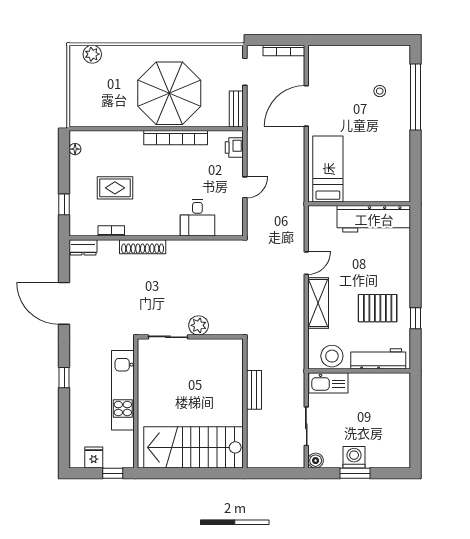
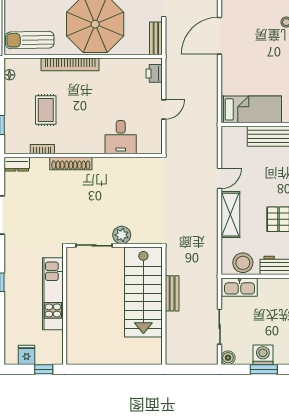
sun lounger: (97, 111) -> (30, 40), added
bookcase: (176, 138) -> (70, 64), moved
bed: (328, 169) -> (251, 109), moved, turned 90
rug: (115, 188) -> (46, 110), turned 90
stairs: (193, 447) -> (143, 292), moved, turned -90

